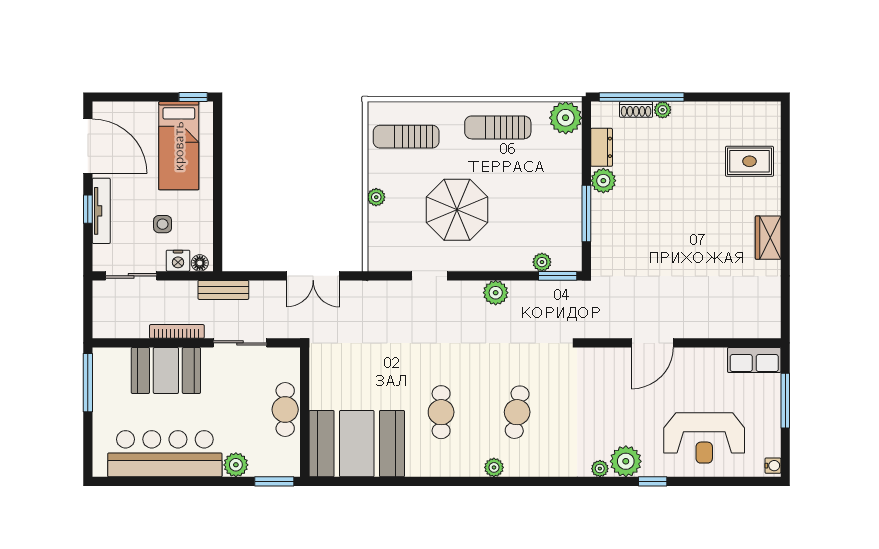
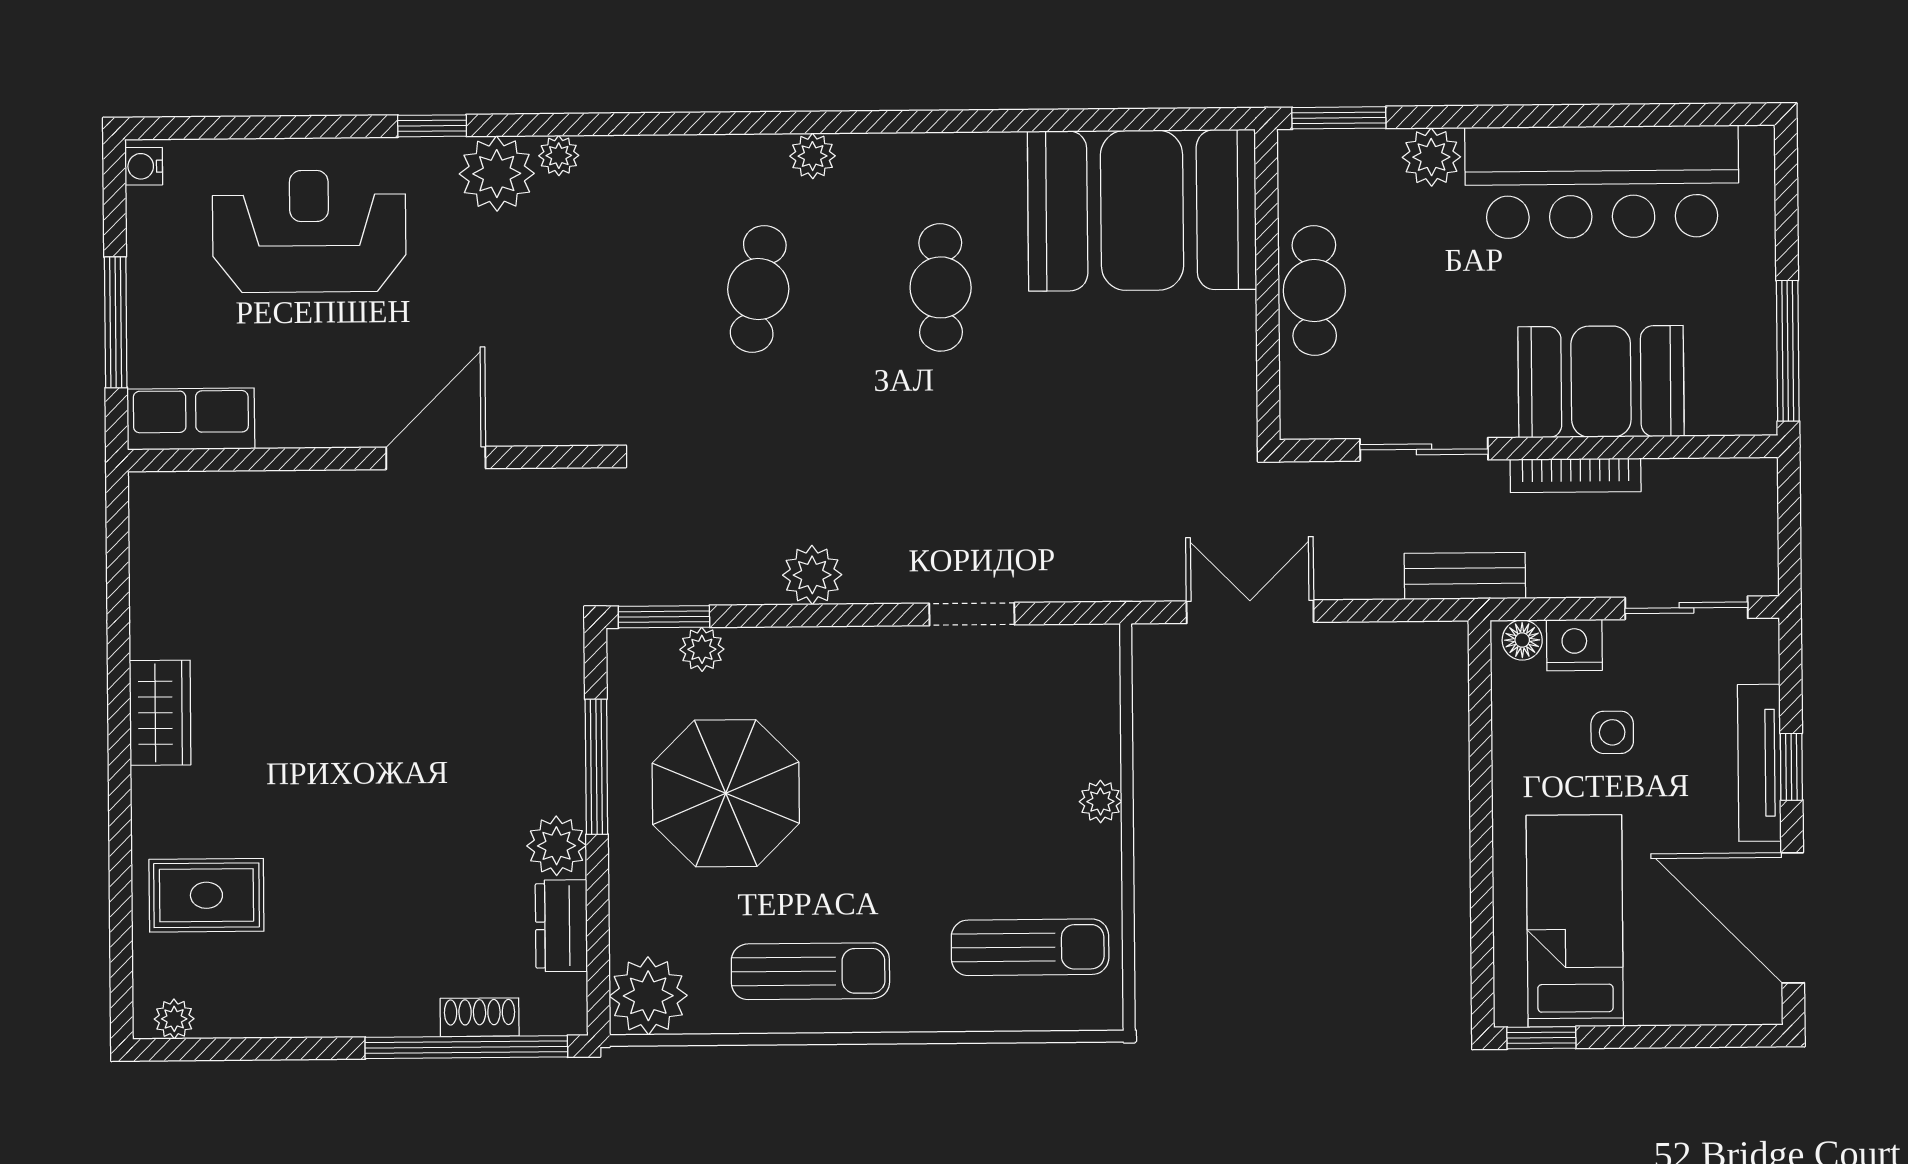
plant: (663, 110) -> (174, 1019), moved
parasol: (457, 210) -> (726, 793), moved

